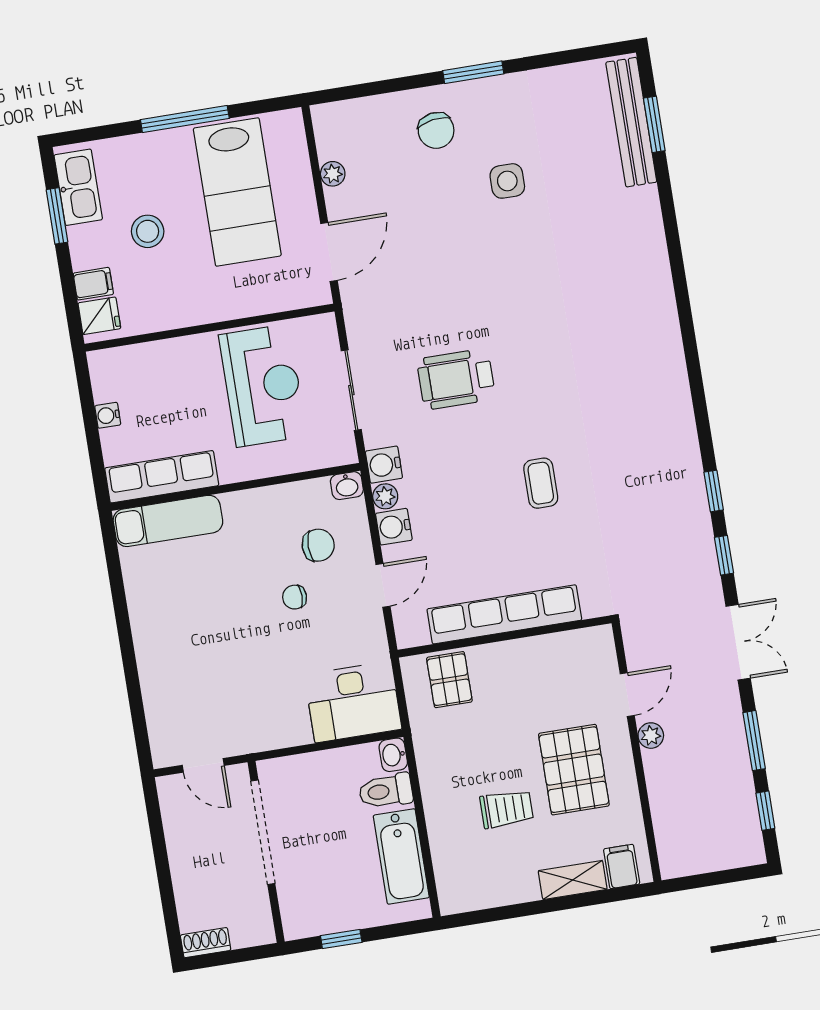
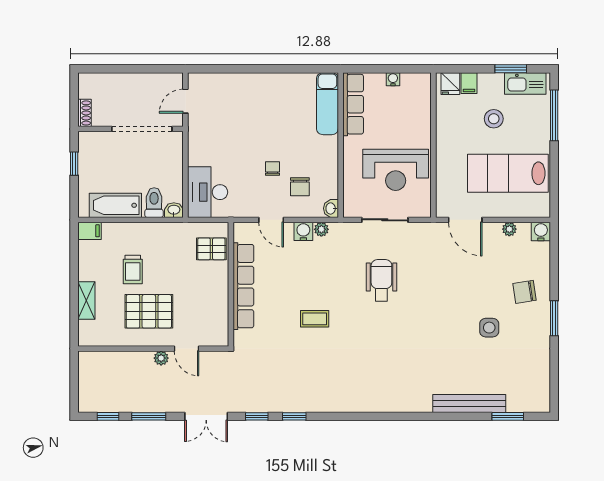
window: (185, 119) -> (554, 115), moved
bench: (631, 122) -> (469, 403), moved
water cooler: (384, 465) -> (541, 231), moved
filing cabinet: (622, 866) -> (89, 231), moved
shoe rack: (206, 943) -> (85, 113), moved

